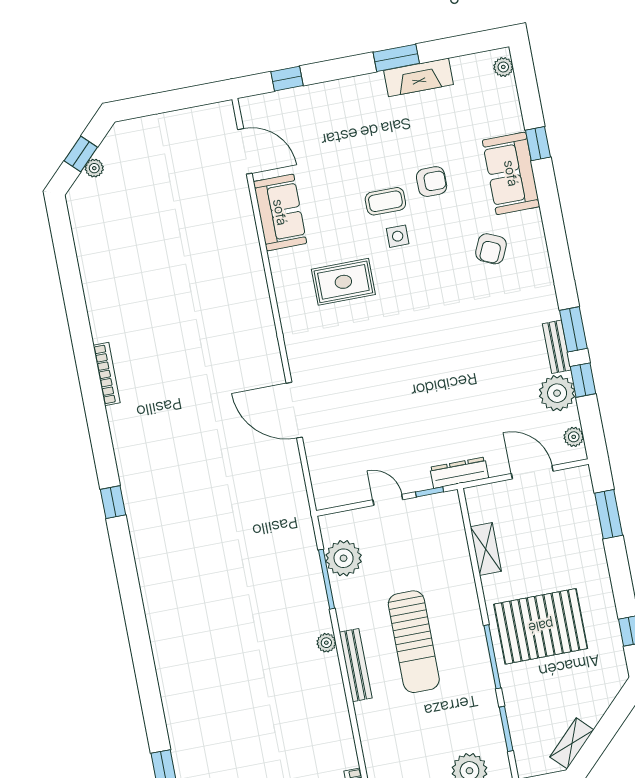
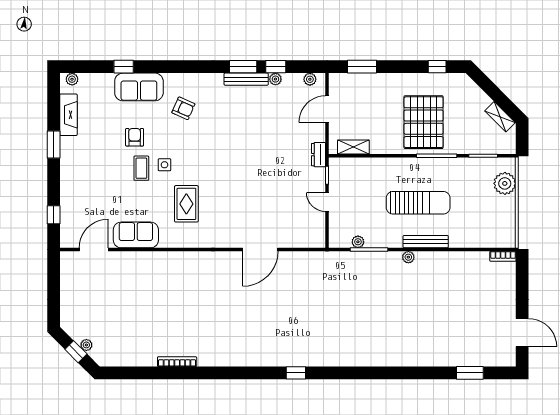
fireplace: (419, 77) -> (68, 115), moved
bench: (557, 347) -> (246, 79), width x1.36
bookcase: (107, 374) -> (177, 362), moved
plant: (557, 393) -> (275, 79), width x0.53, depth x0.53
dresser: (459, 473) -> (319, 155), width x0.70
door: (388, 500) -> (327, 202), hinge flipped
shelving: (486, 549) -> (353, 147), moved
plant: (344, 558) -> (358, 242), width x0.53, depth x0.53

